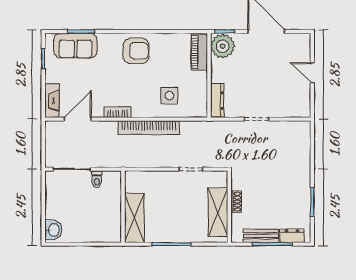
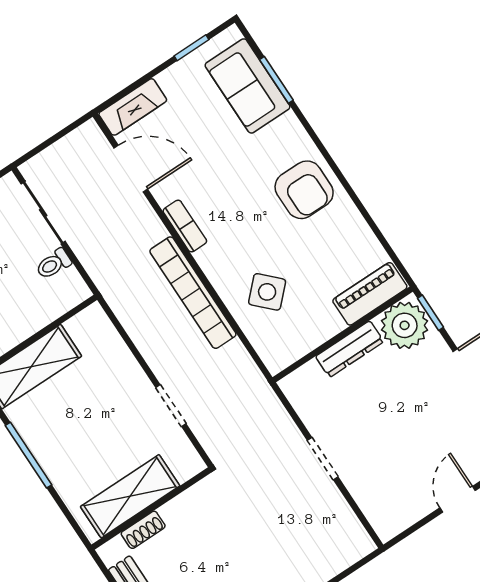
side table: (169, 96) -> (267, 292), turned 45
dresser: (217, 101) -> (350, 349), moved
shoe rack: (236, 202) -> (143, 530), moved

